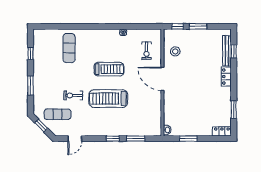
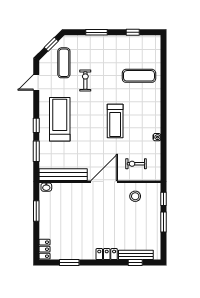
treadmill: (108, 99) -> (60, 119), moved
bench: (156, 115) -> (63, 175), added
door: (75, 139) -> (36, 82), hinge flipped

